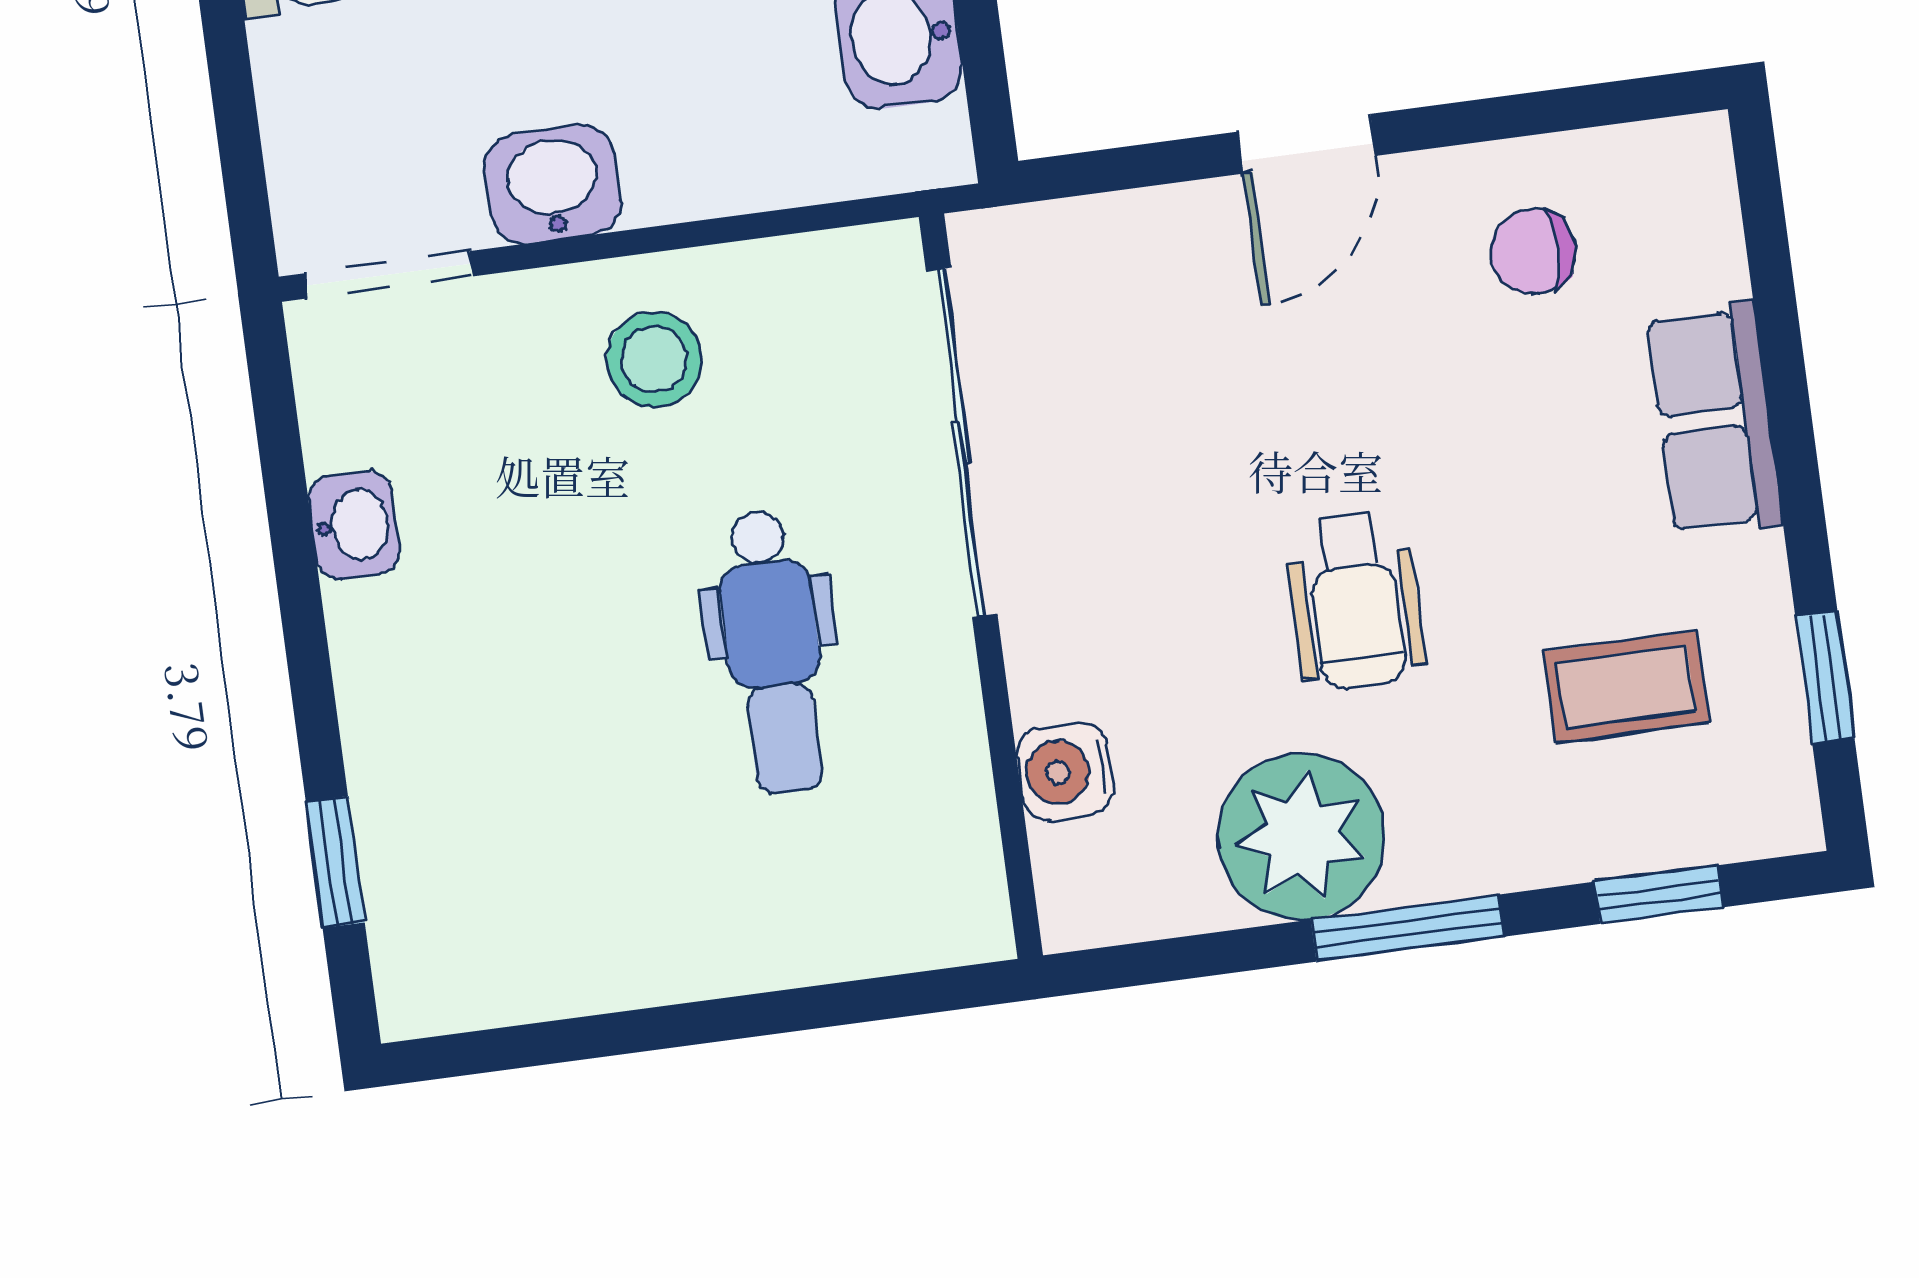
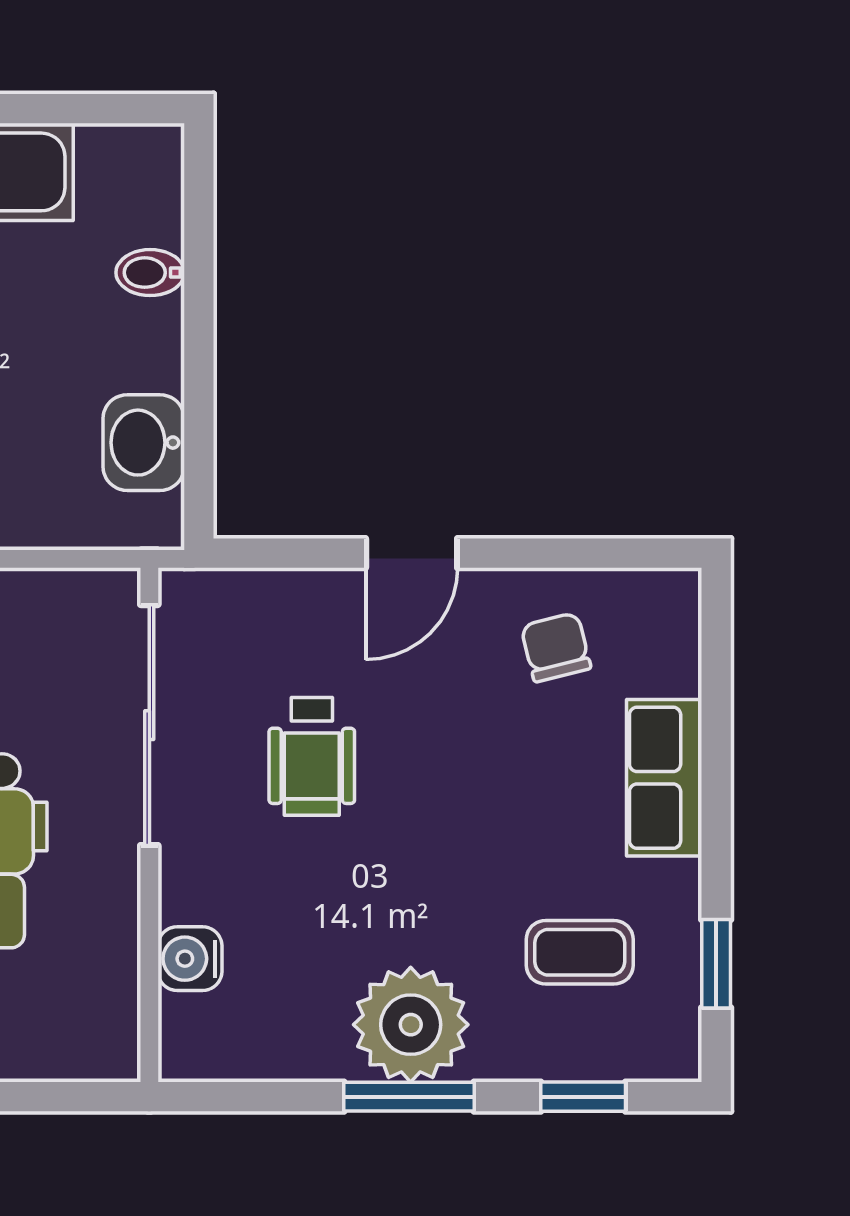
chair: (1533, 252) -> (556, 647), turned 76
wheelchair: (1355, 600) -> (312, 756), moved
plant: (1301, 837) -> (411, 1025), moved

